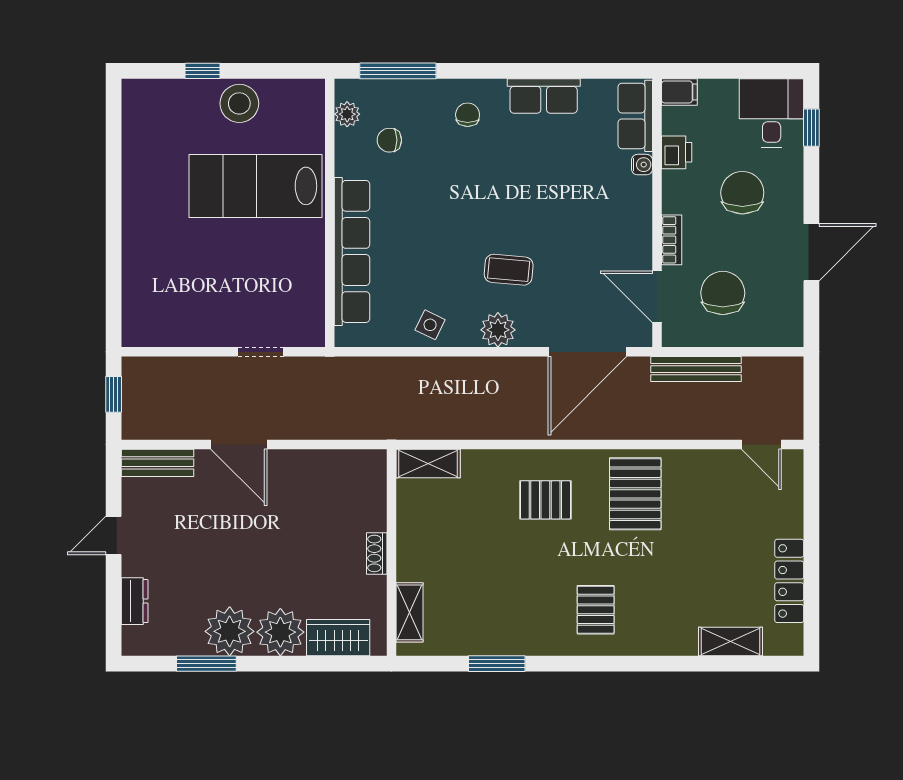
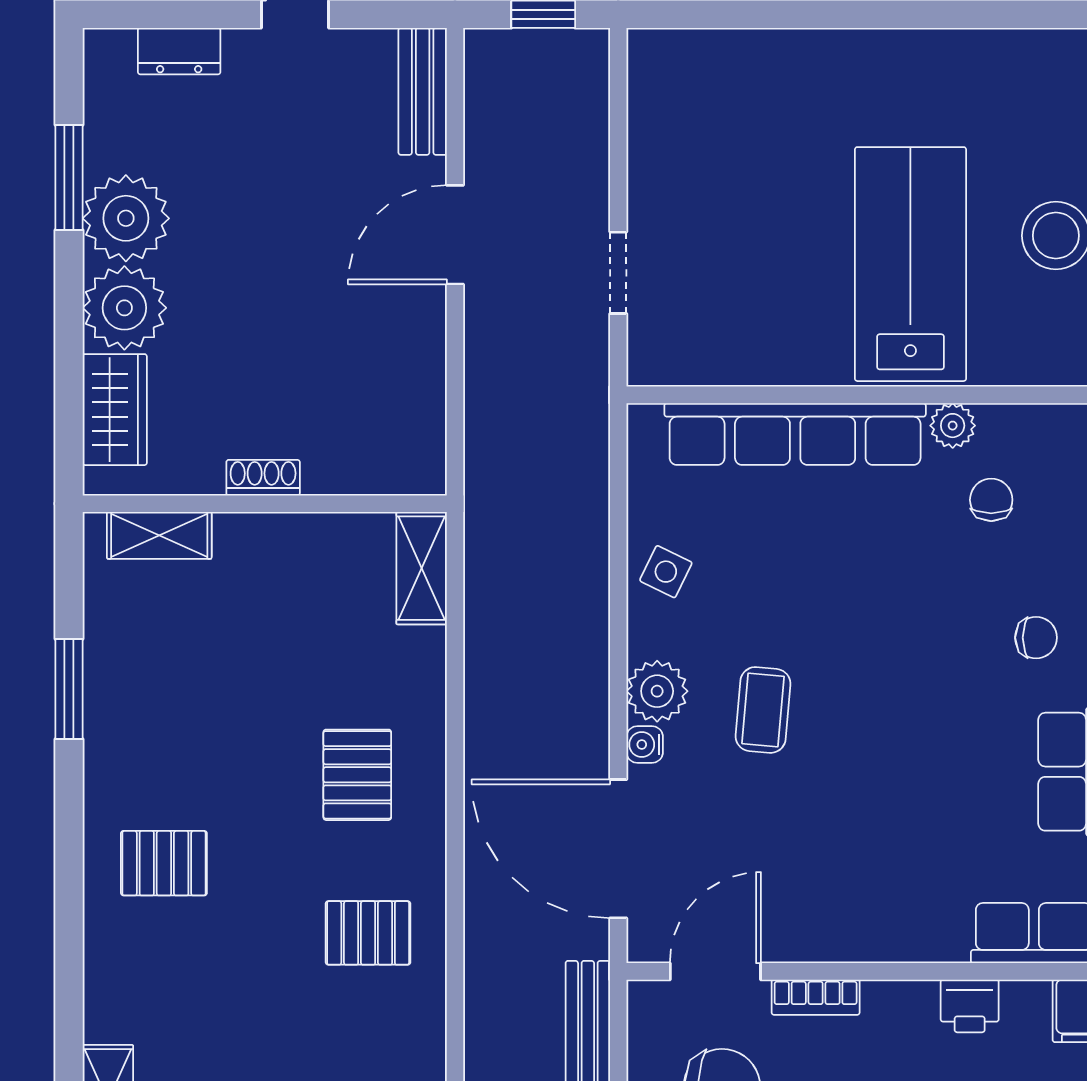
plant: (347, 114) -> (953, 426), moved
water cooler: (642, 165) -> (645, 744), moved, turned 90
pallet: (635, 494) -> (368, 933), width x0.67, depth x0.71

